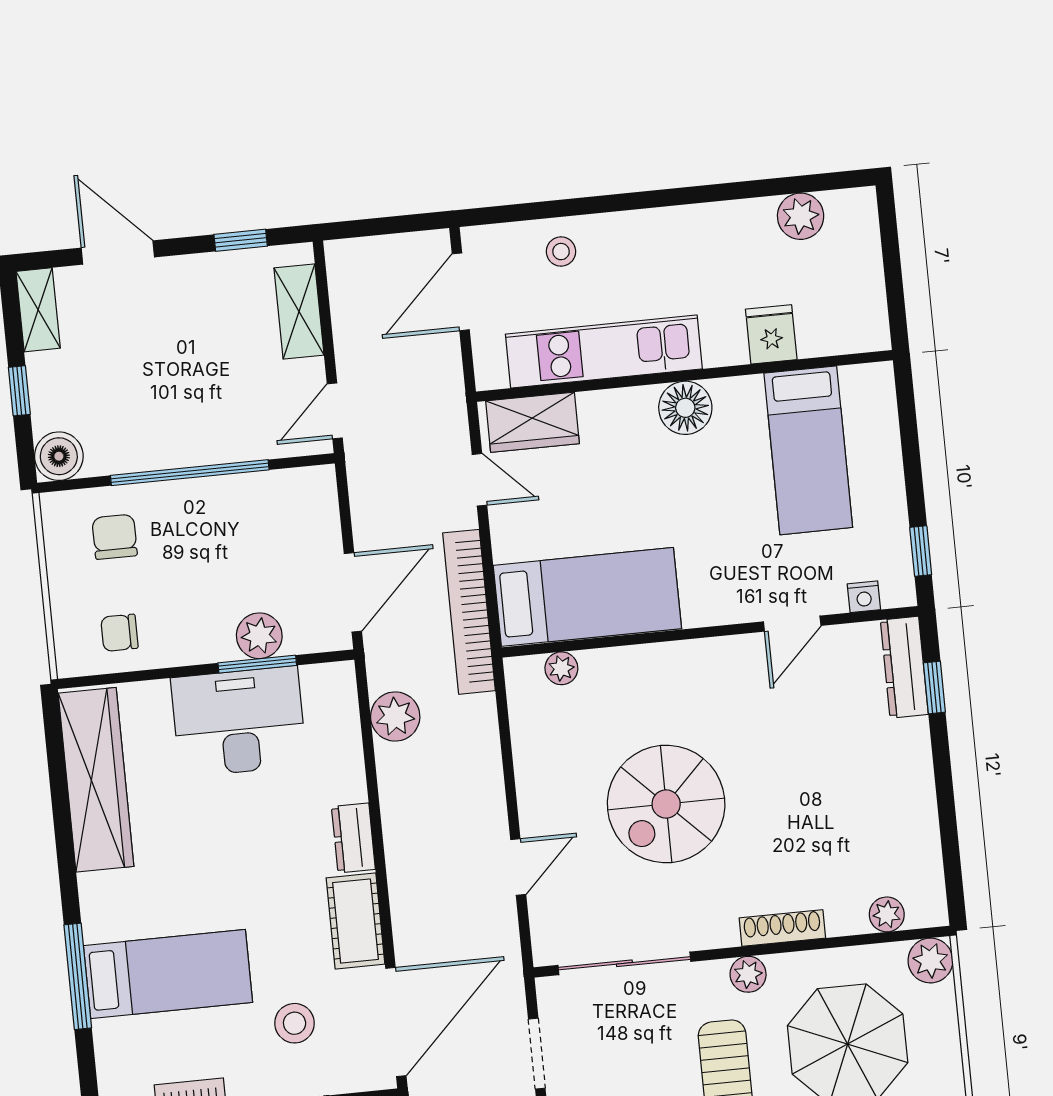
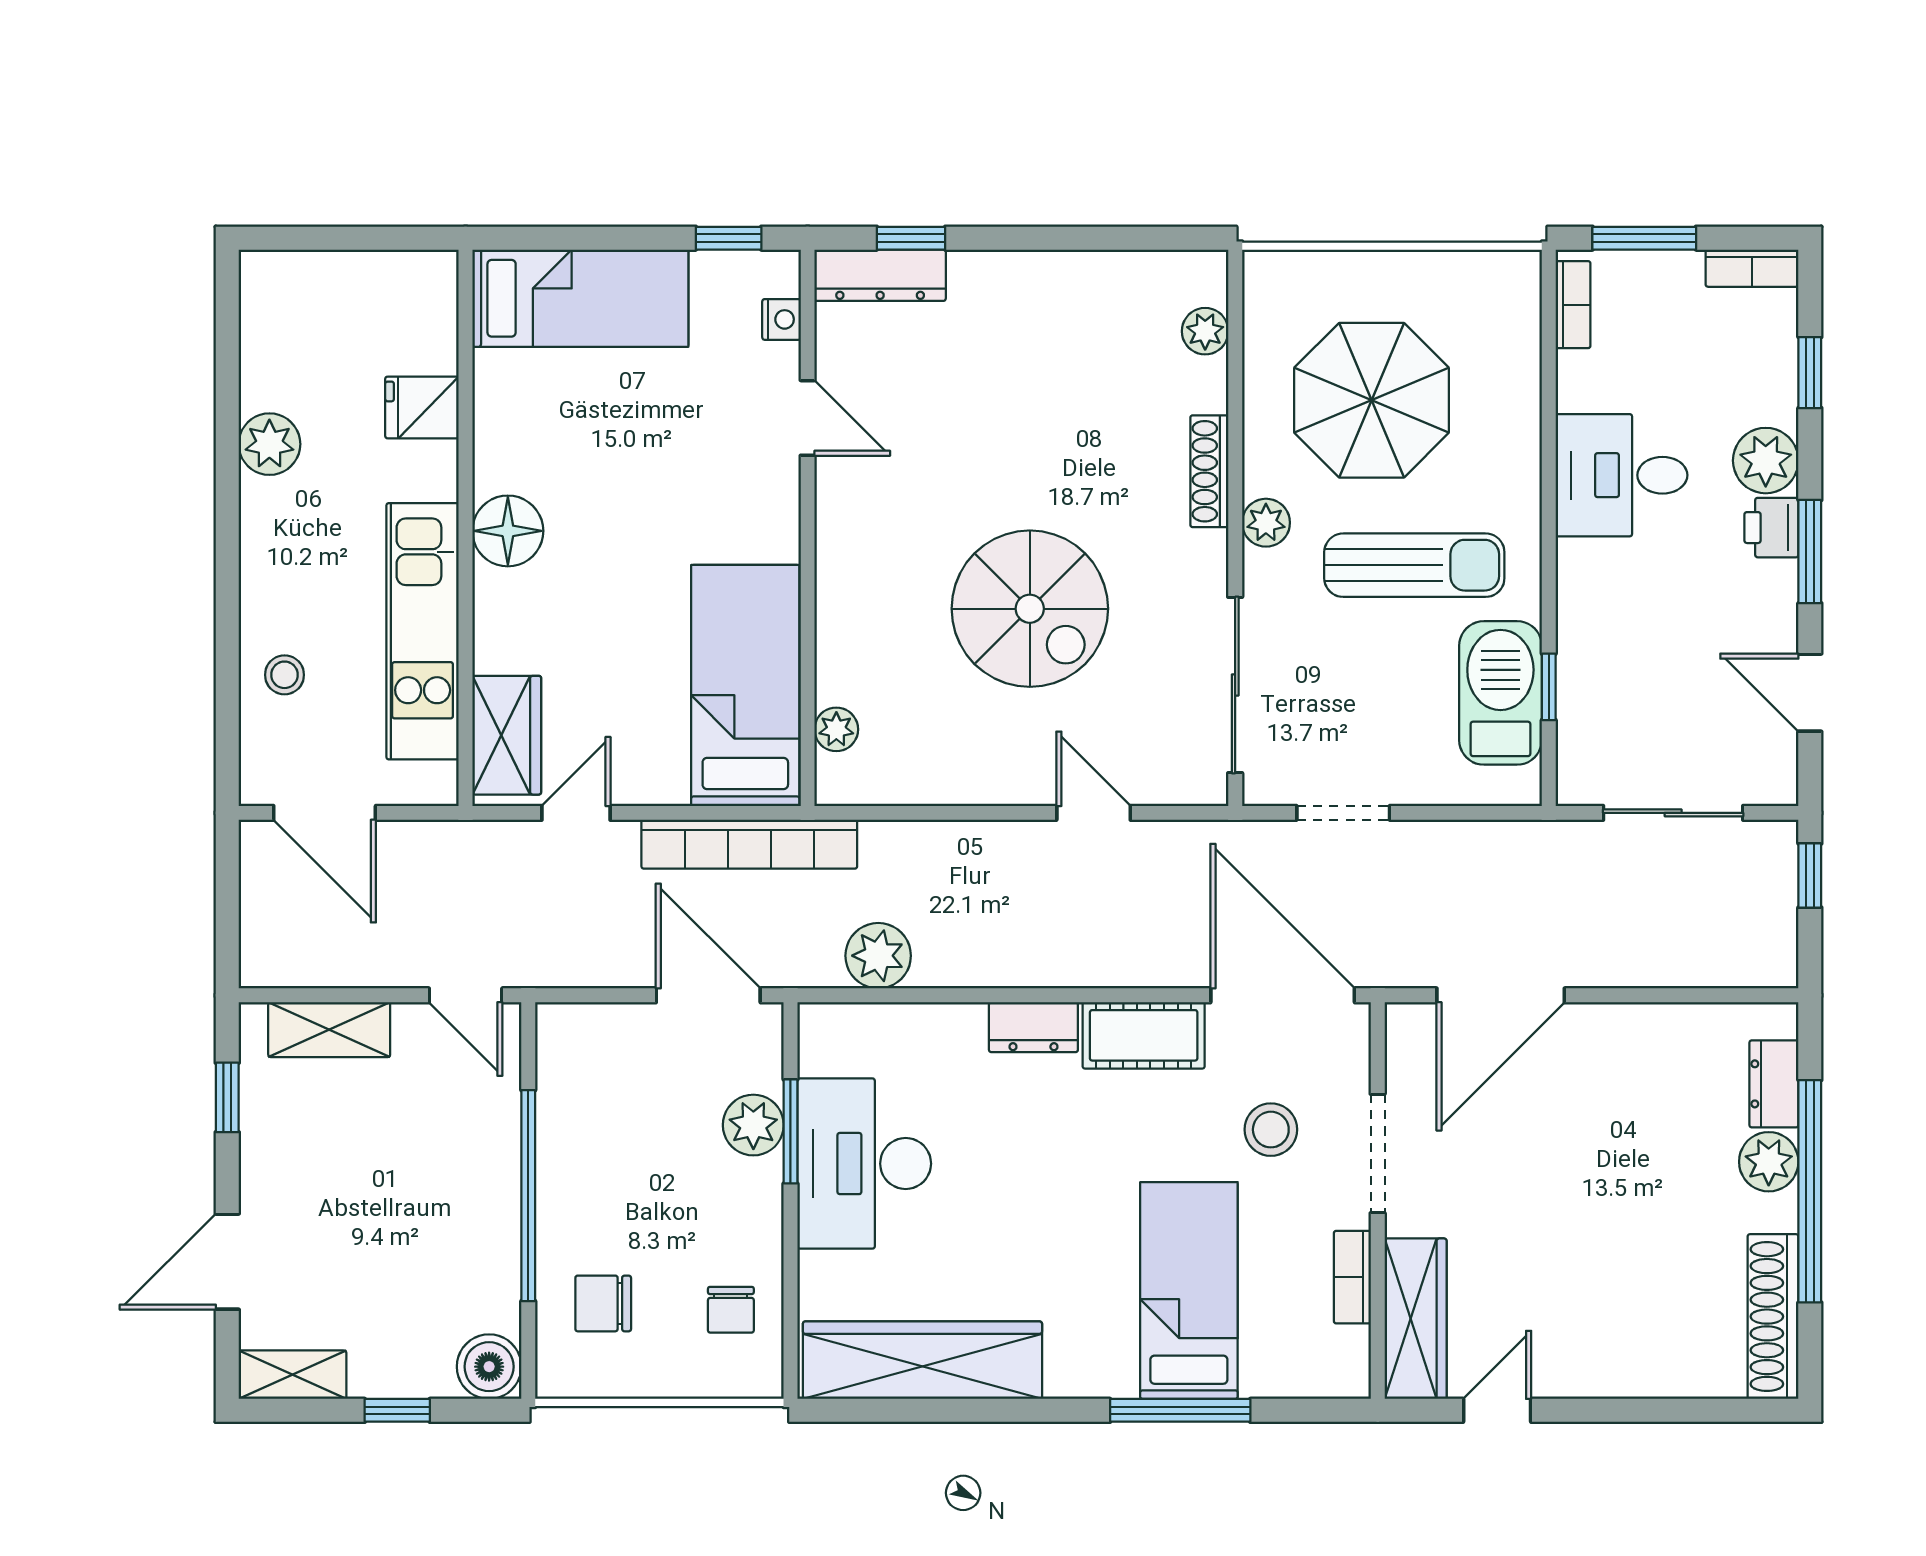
plant: (801, 216) -> (269, 444), moved
bed: (808, 450) -> (580, 298), moved
plant: (930, 960) -> (1272, 279), removed

